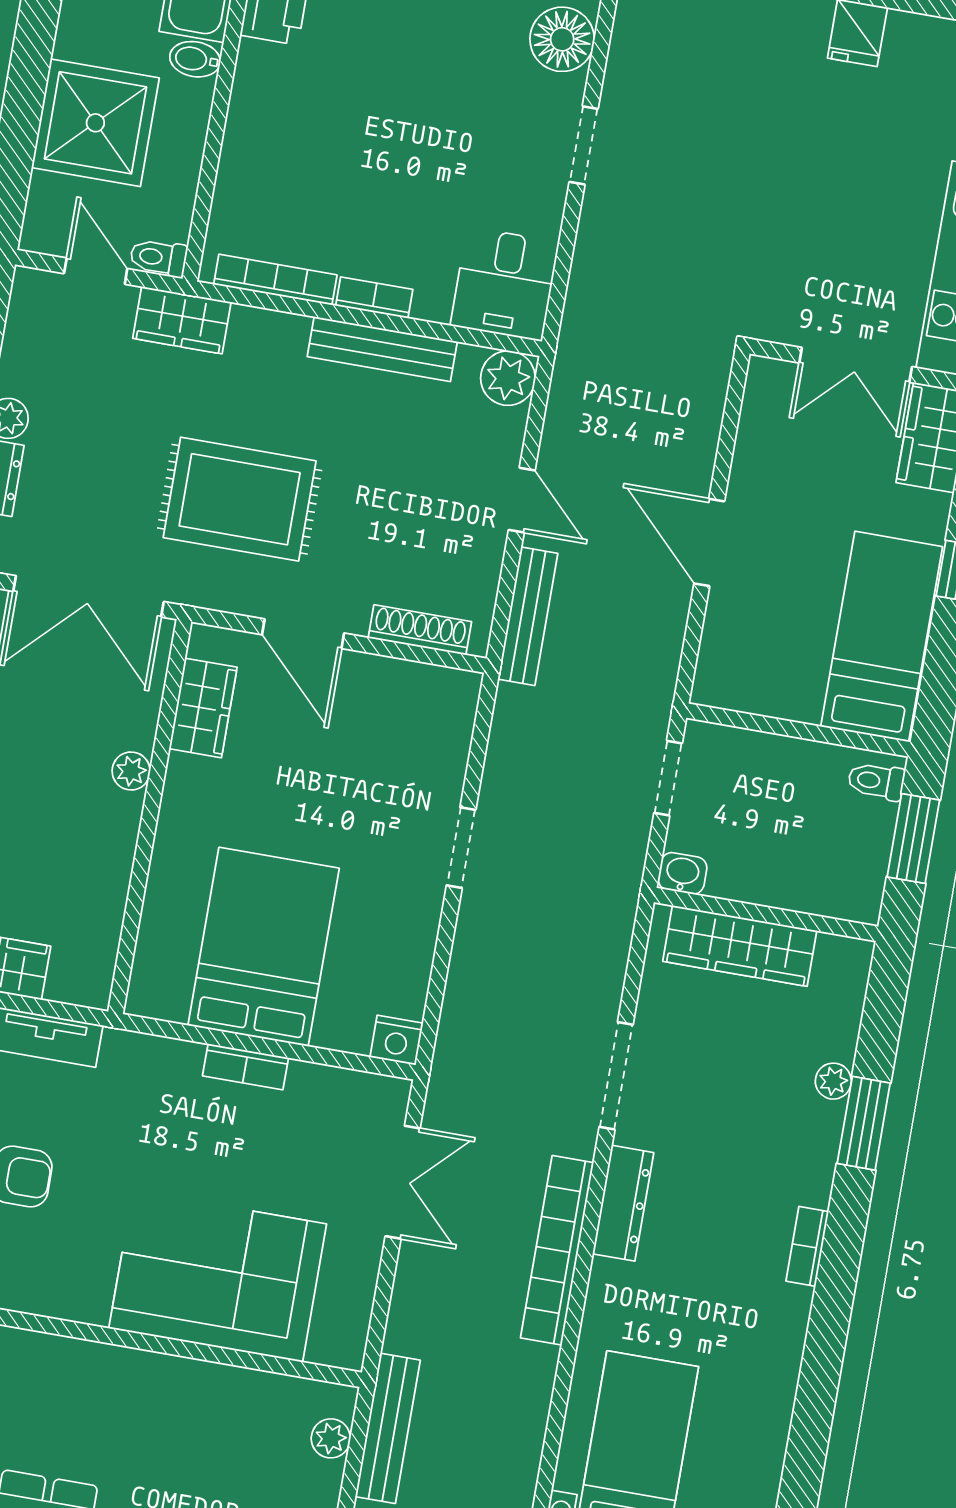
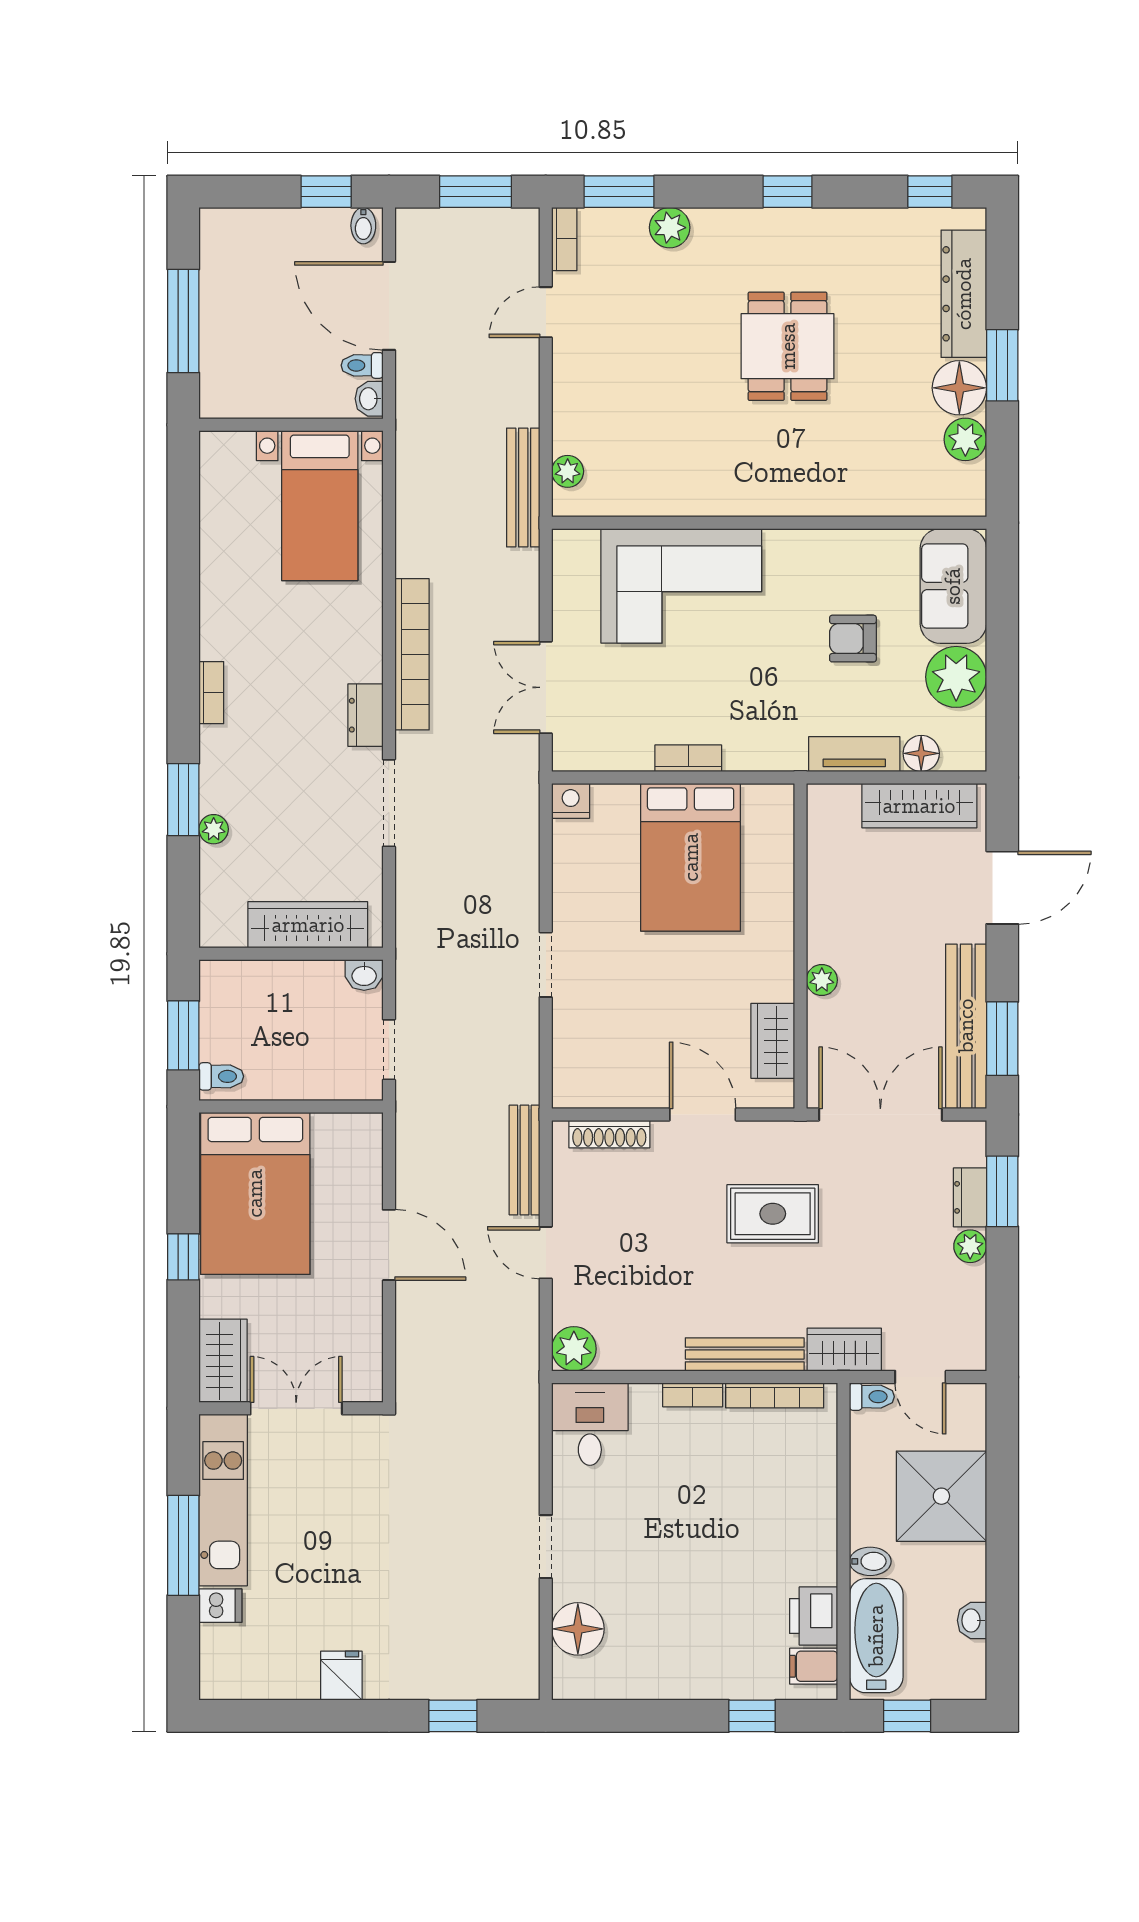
bench: (382, 349) -> (745, 1354), moved
rug: (240, 499) -> (773, 1214), width x0.73, depth x0.70
bed: (882, 637) -> (255, 1193), width x1.50
dresser: (623, 1203) -> (365, 715), width x0.70

